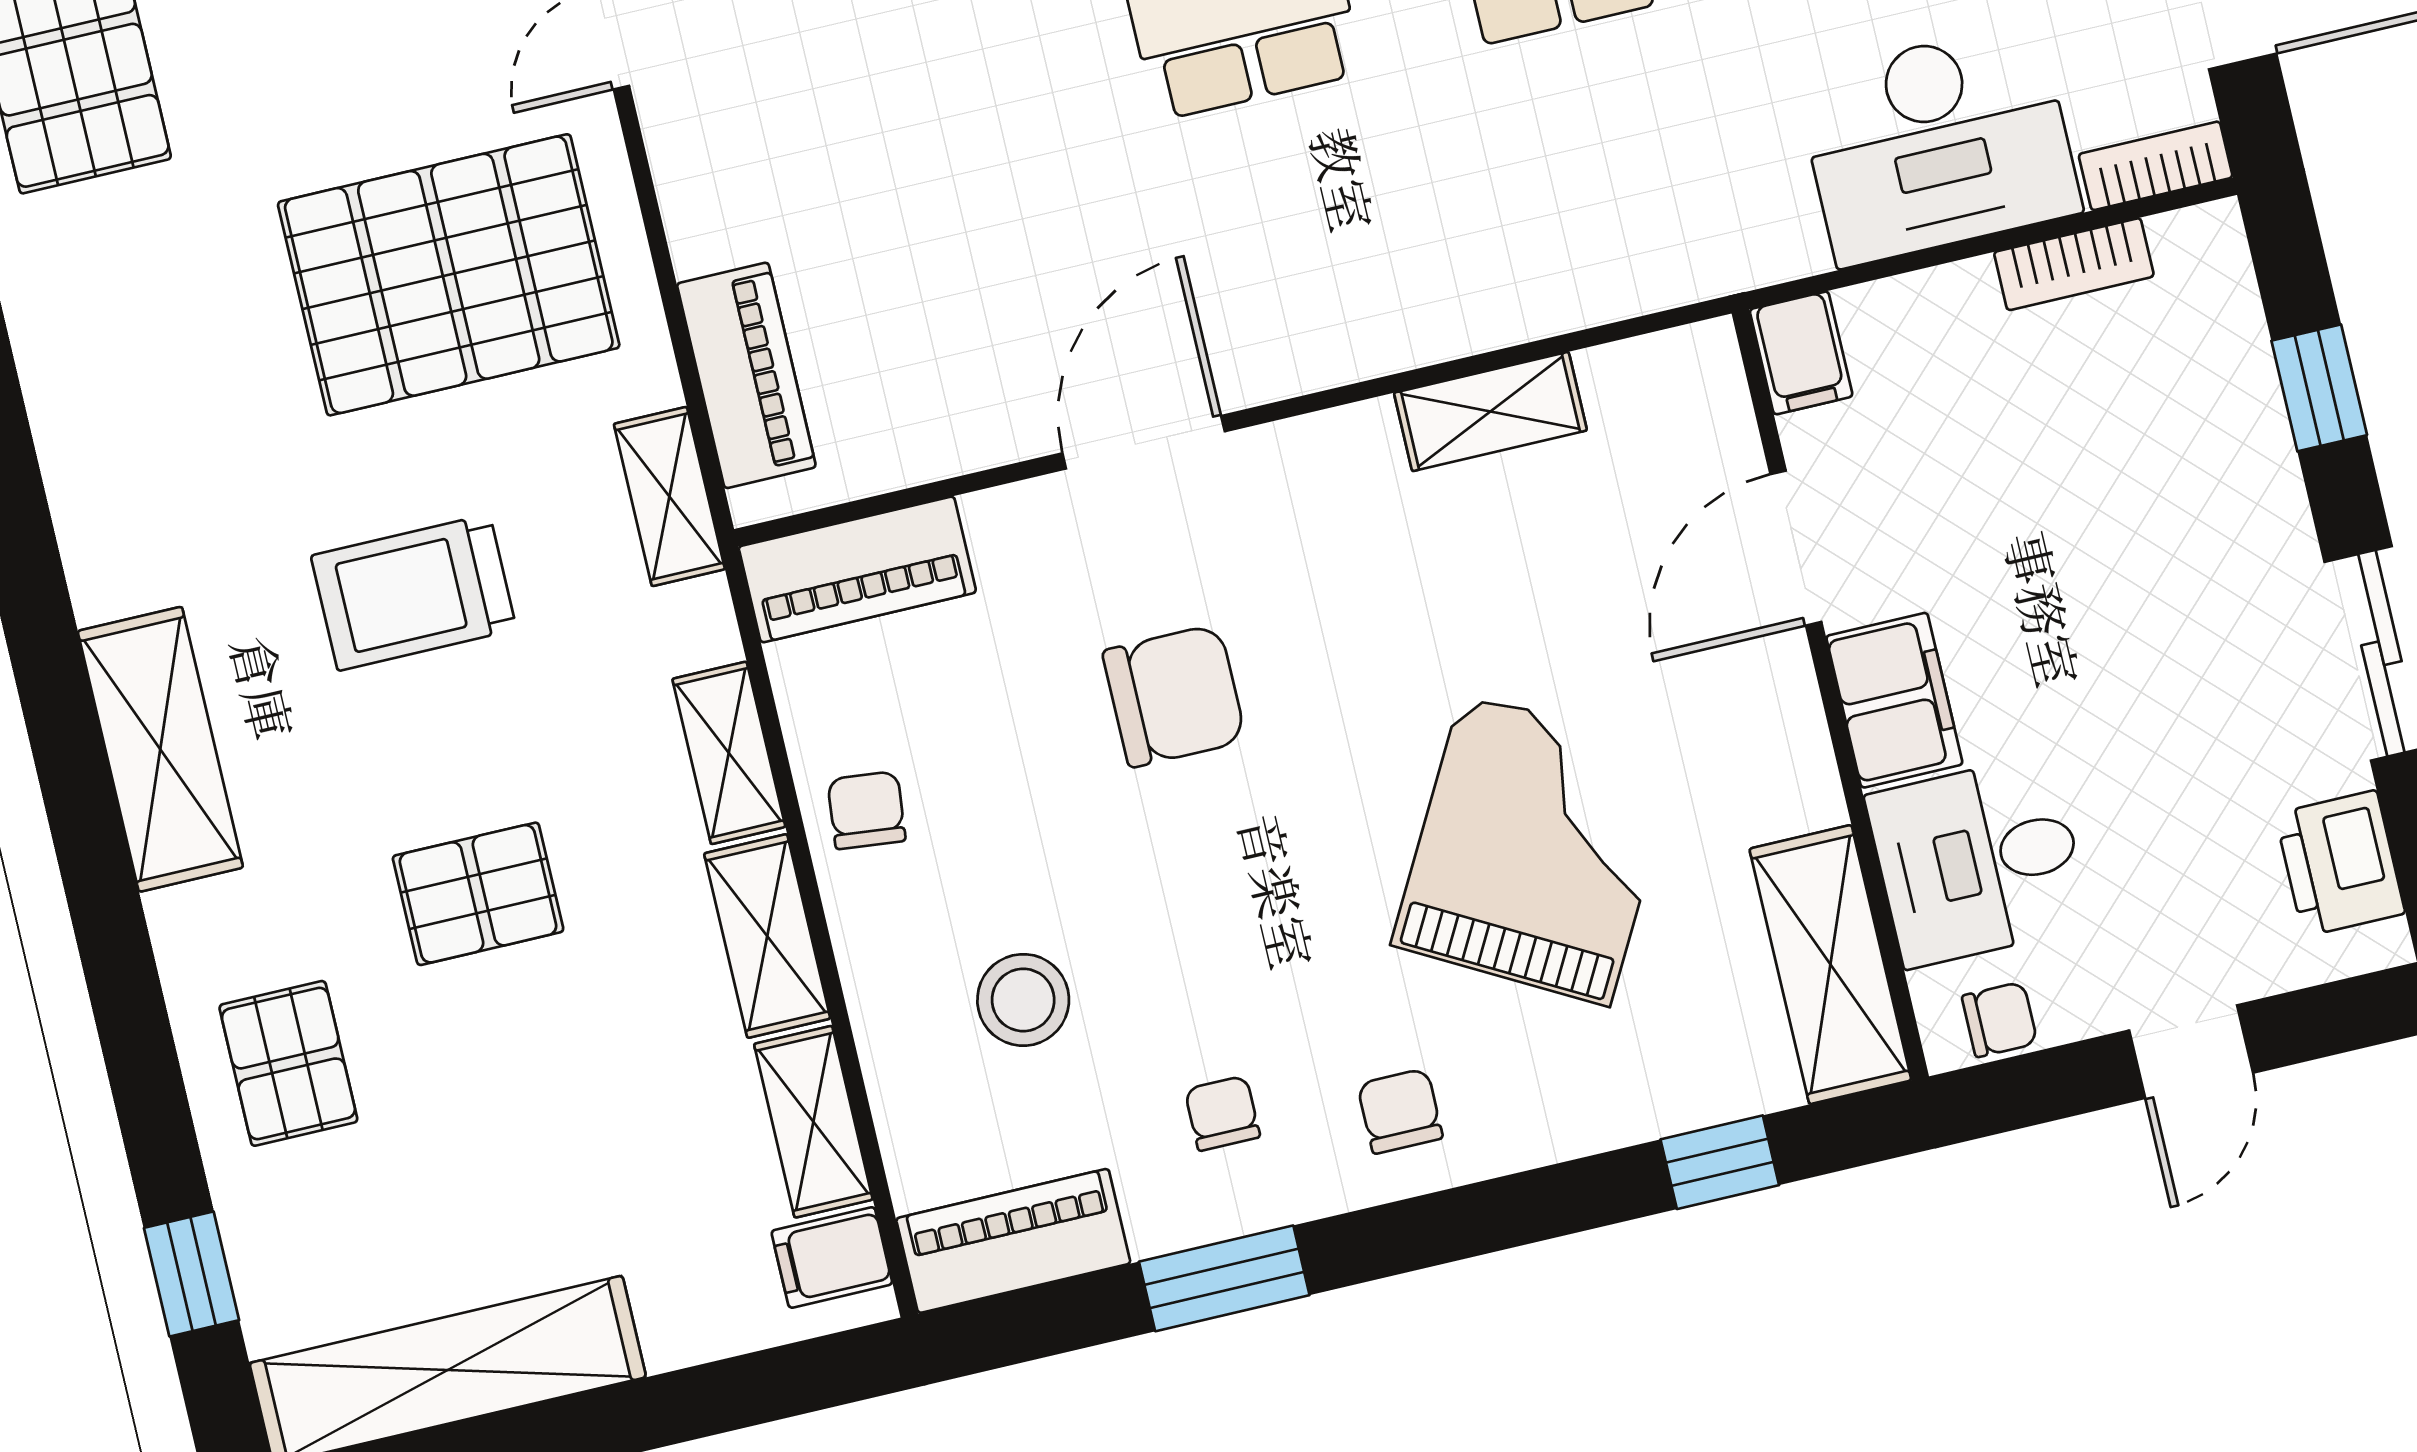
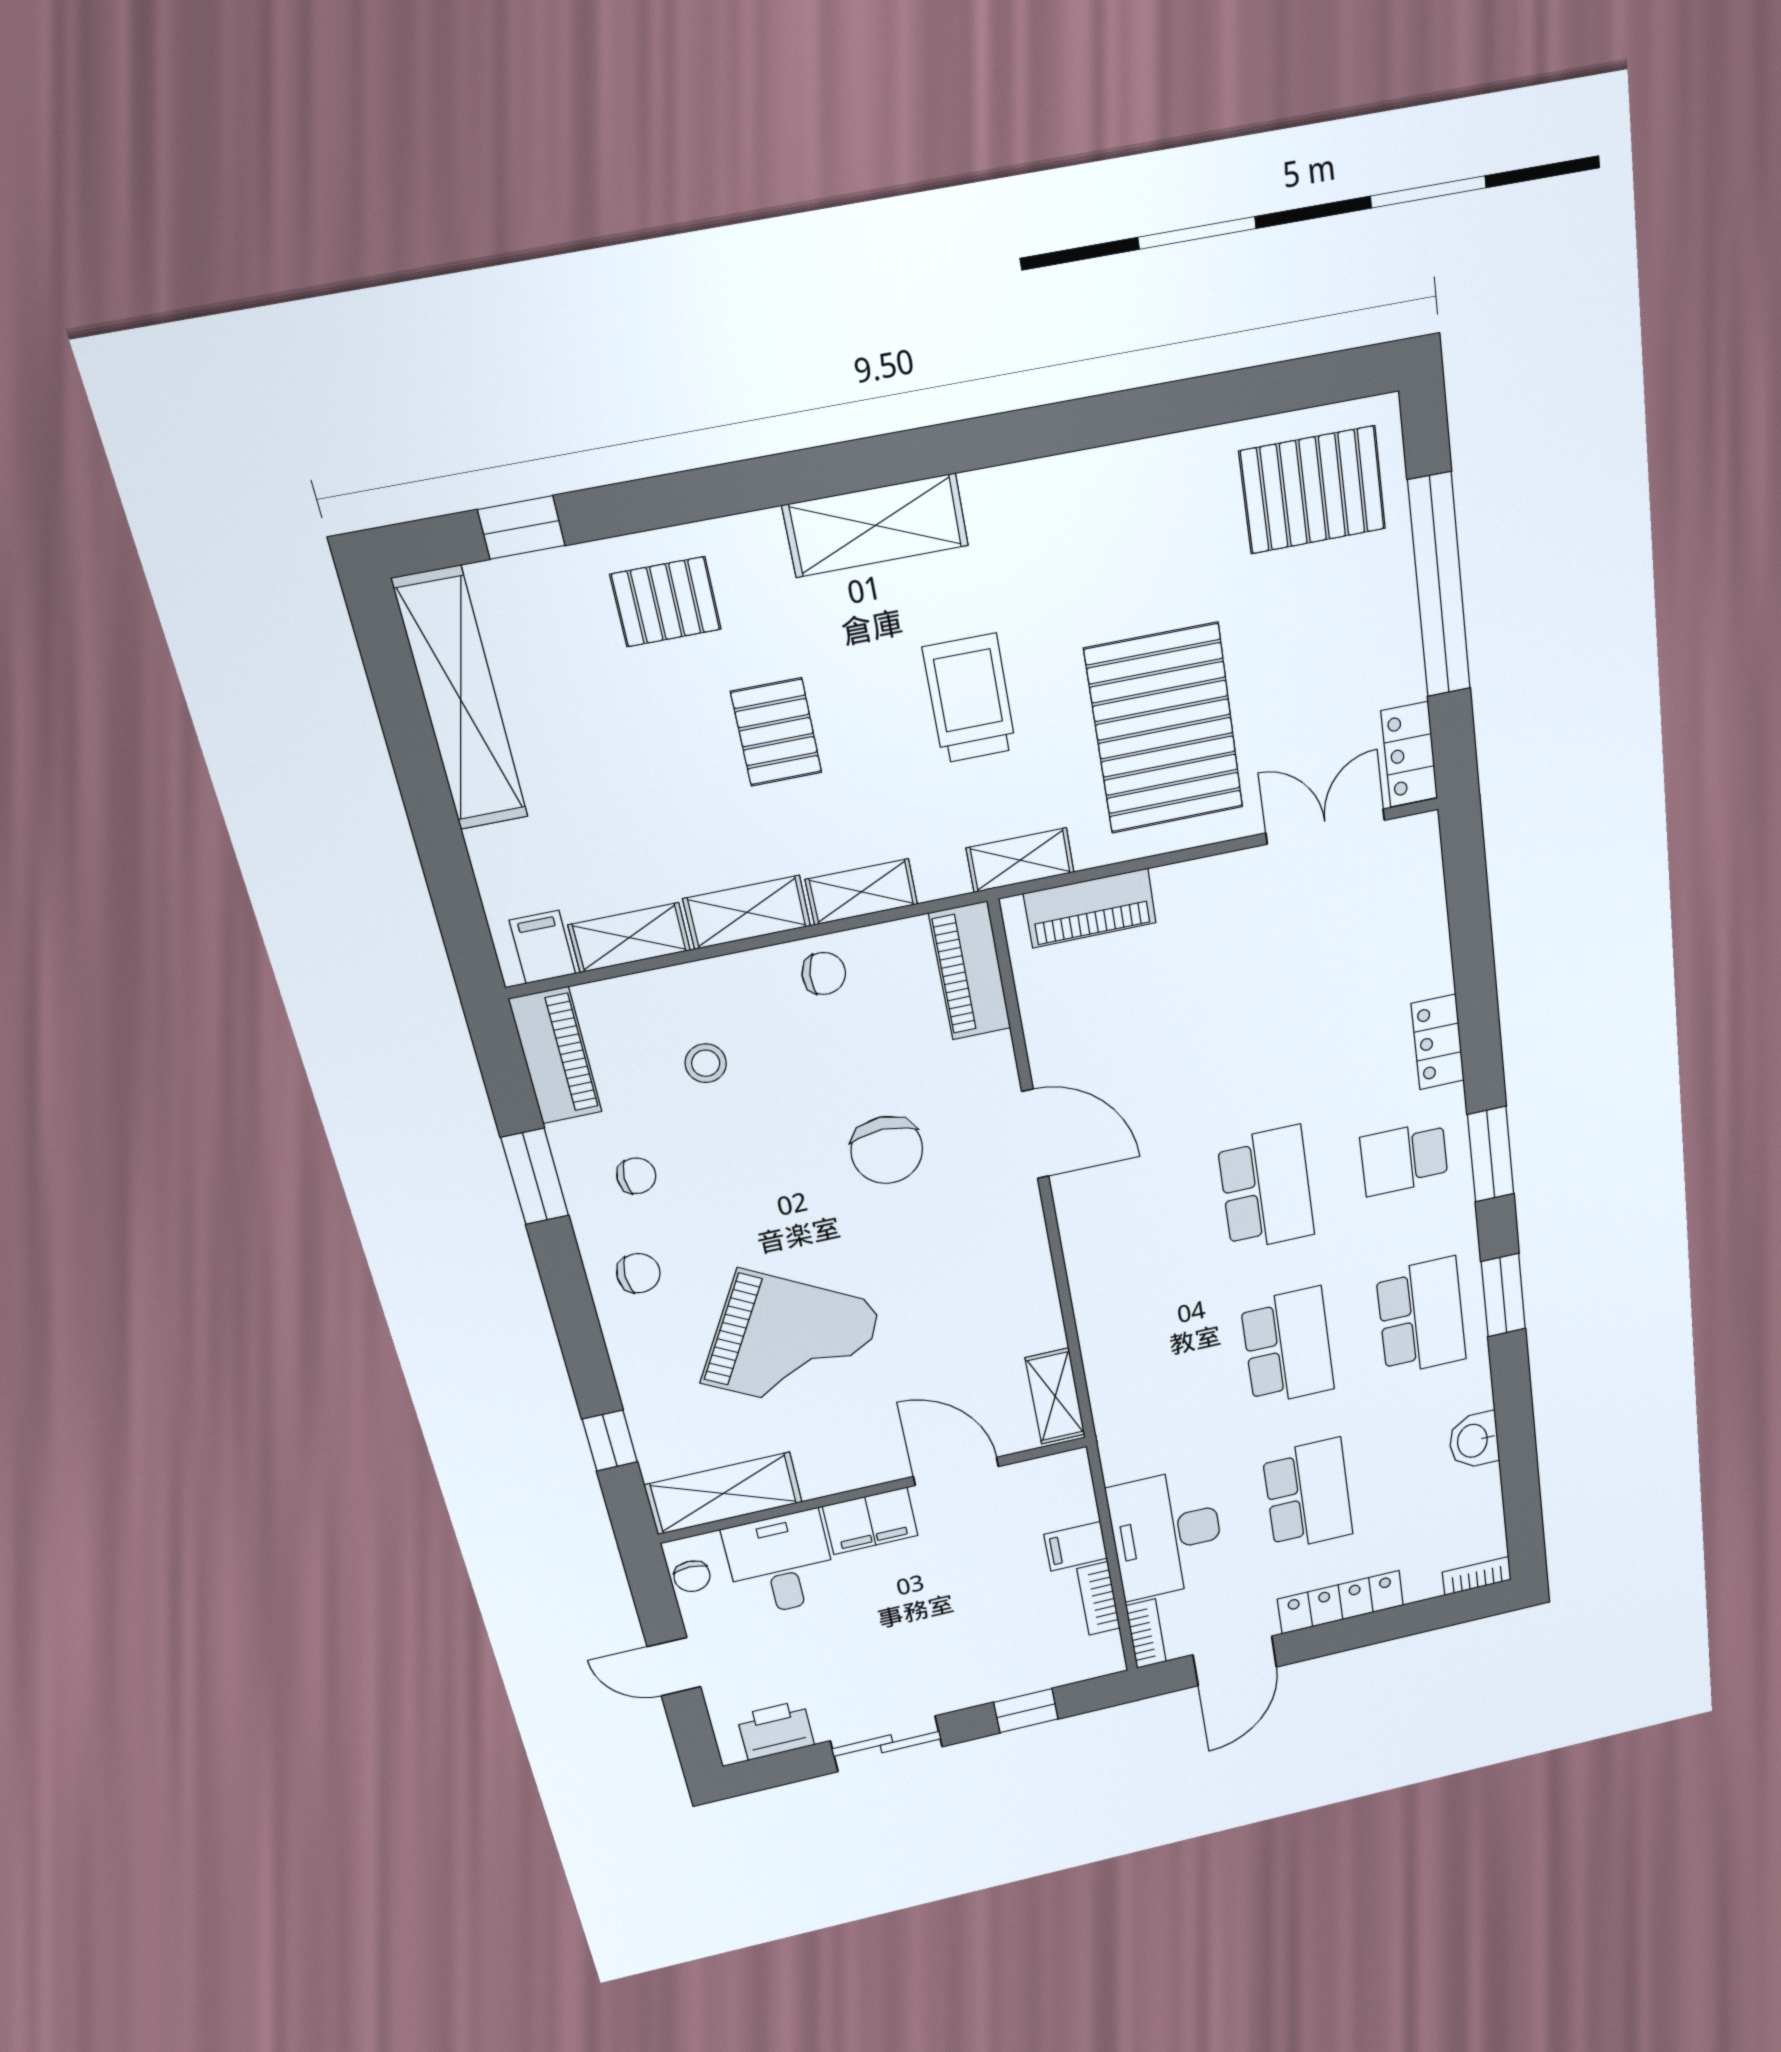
filing cabinet: (1801, 353) -> (1076, 1546), moved
shelving: (1490, 412) -> (1055, 1396), moved
stool: (1023, 1000) -> (706, 1063), width x0.73, depth x0.73

